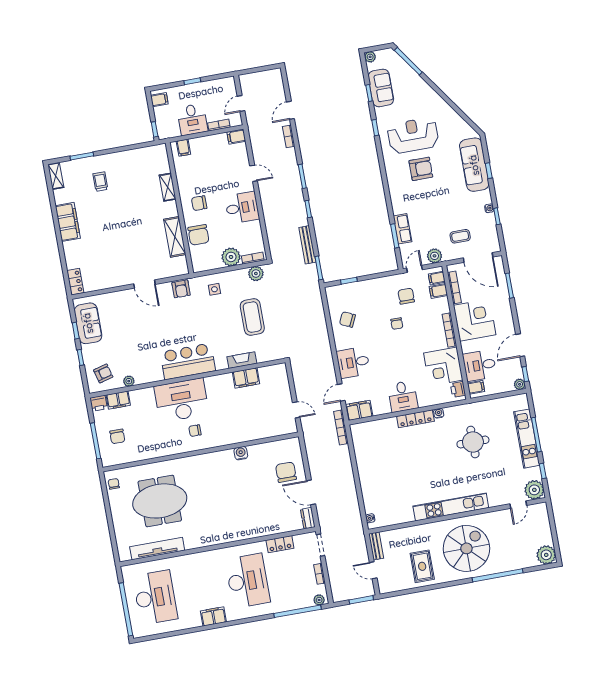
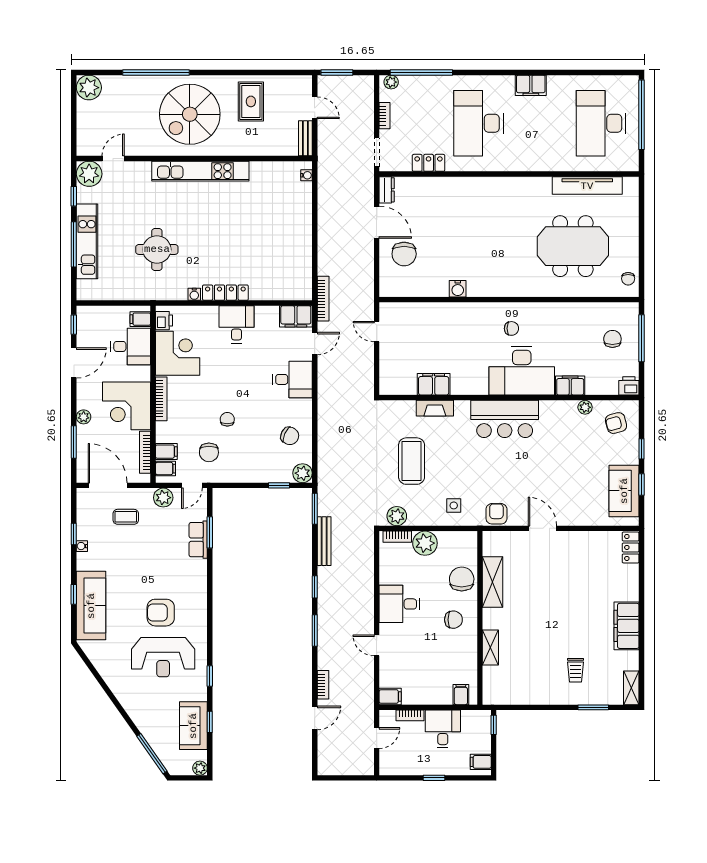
plant: (333, 293) -> (303, 473), added
plant: (520, 384) -> (84, 417), moved
filing cabinet: (118, 400) -> (570, 385), moved

